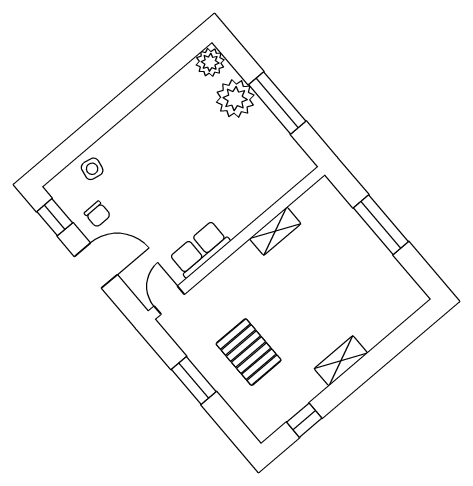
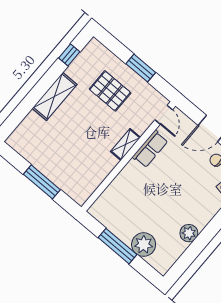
plant: (210, 62) -> (189, 233), moved
shelving: (275, 231) -> (125, 144), moved
shelving: (341, 361) -> (55, 96), width x1.50, depth x1.33

